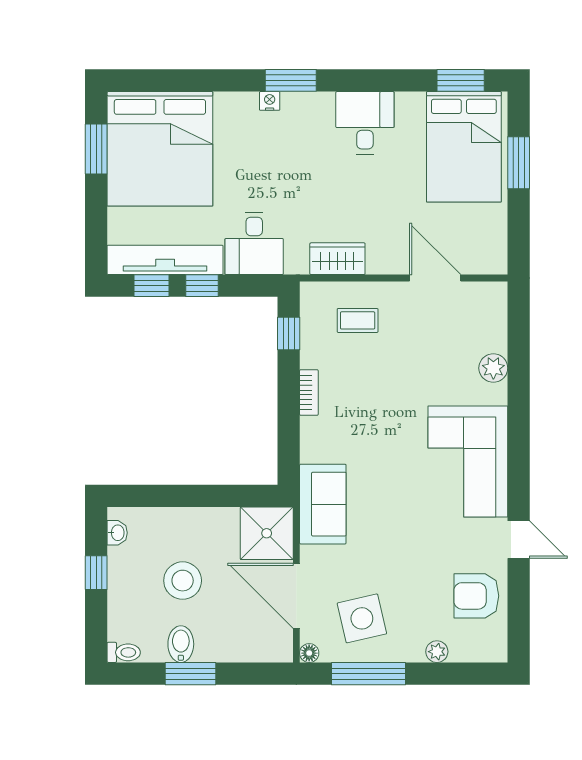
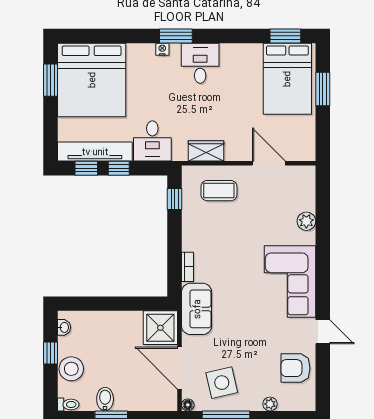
desk: (365, 123) -> (200, 63), moved
coffee table: (358, 320) -> (219, 191), width x1.36, depth x1.30
bookcase: (309, 393) -> (188, 267), moved
stool: (183, 581) -> (71, 369), moved

